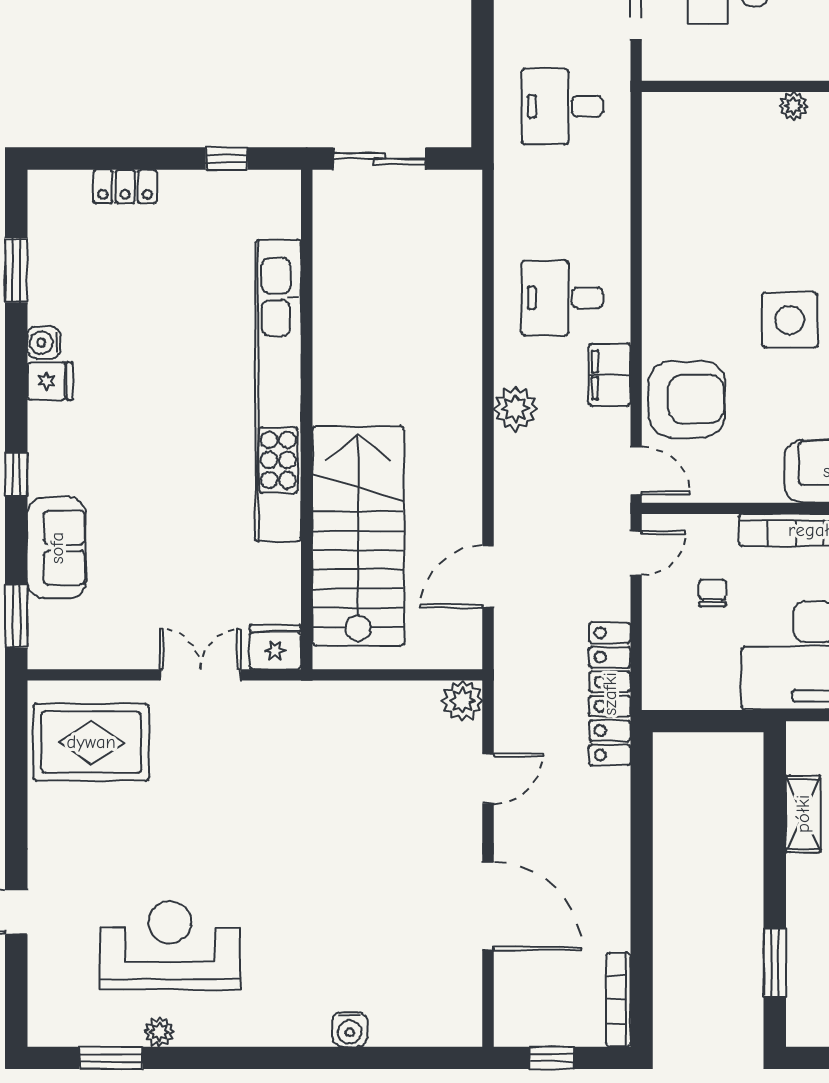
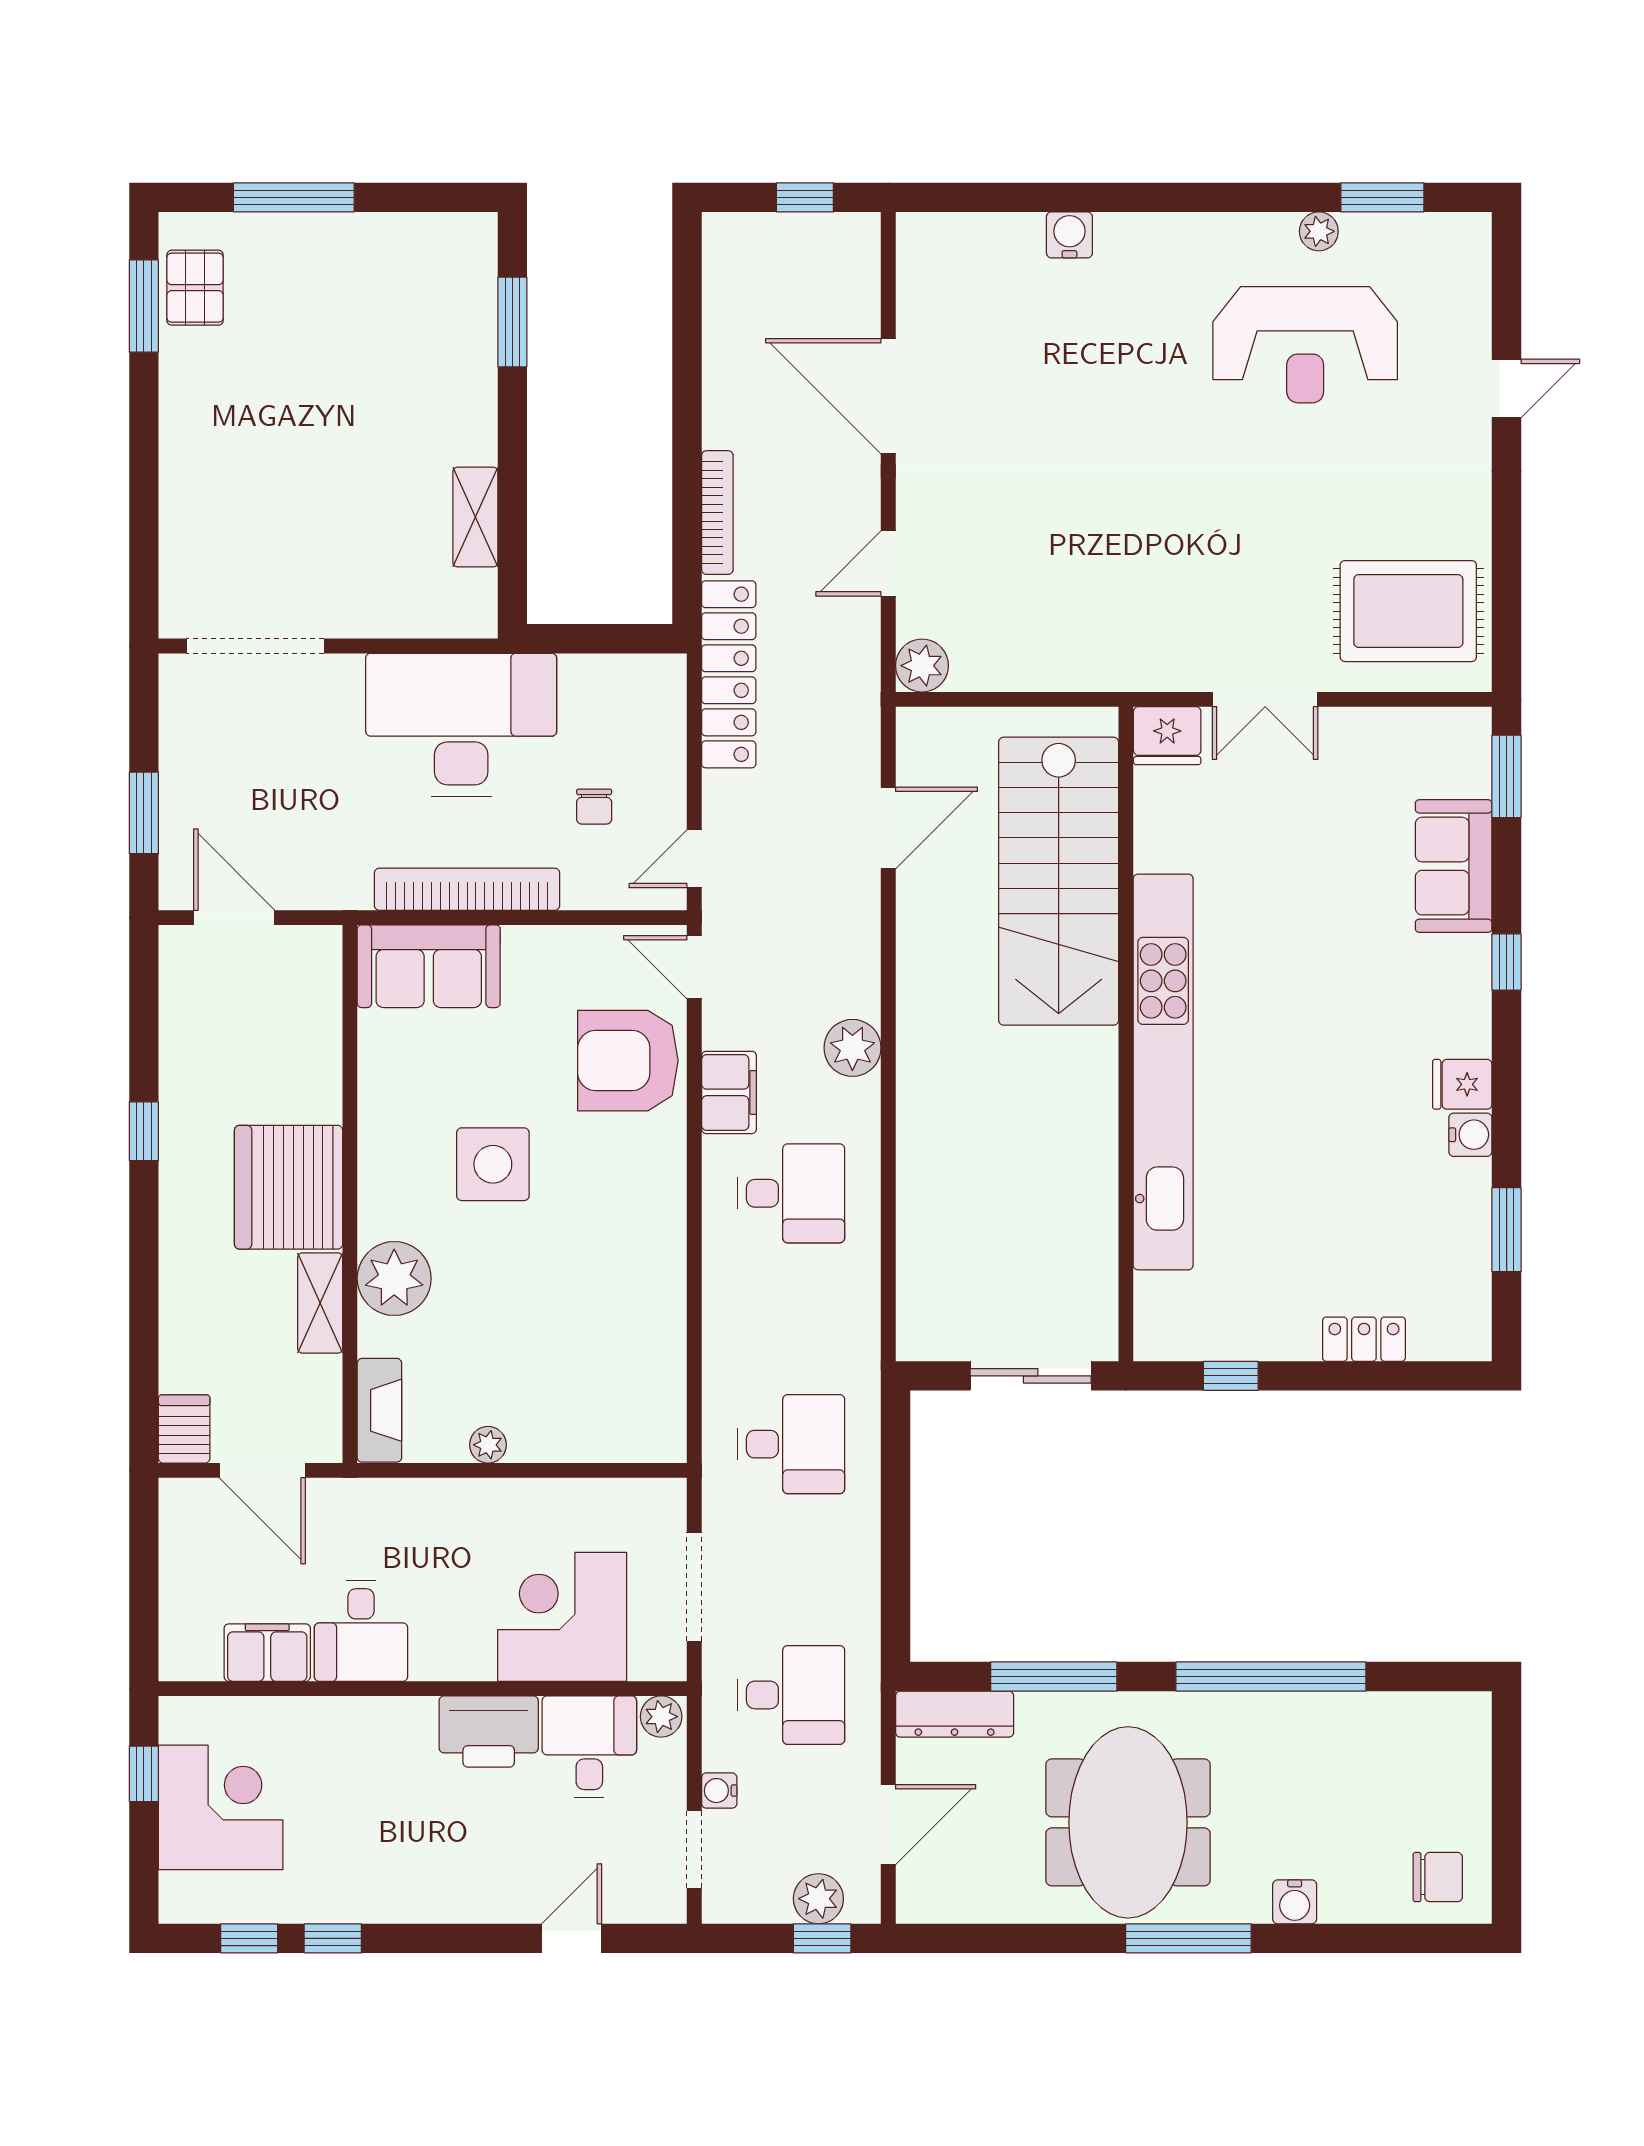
bookcase: (618, 1000) -> (717, 513), moved

